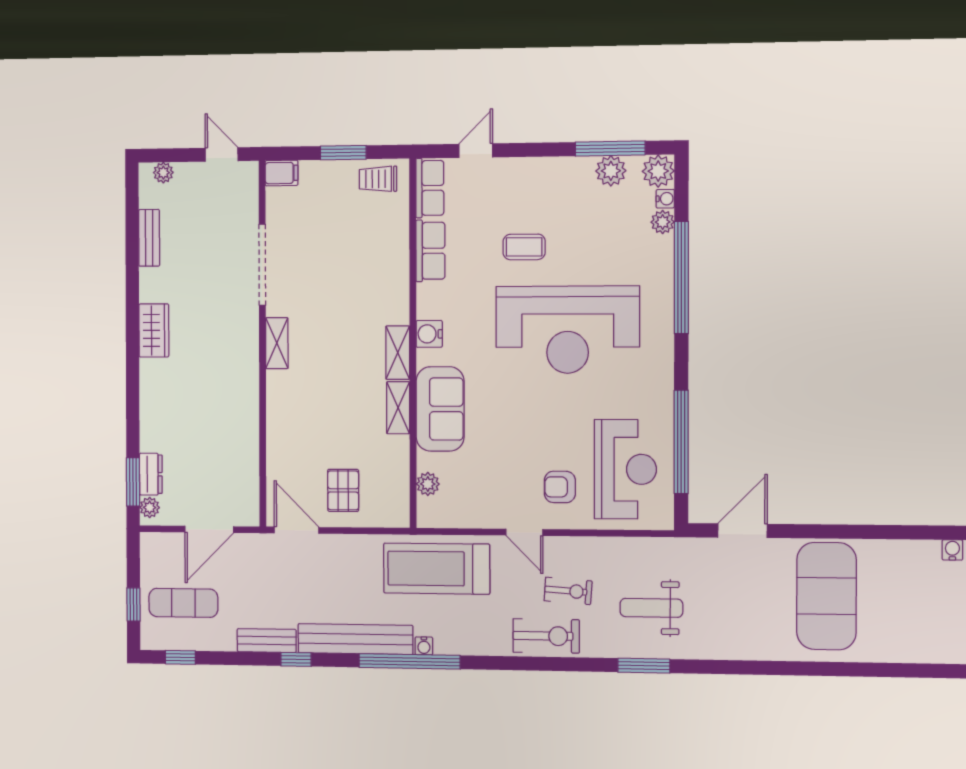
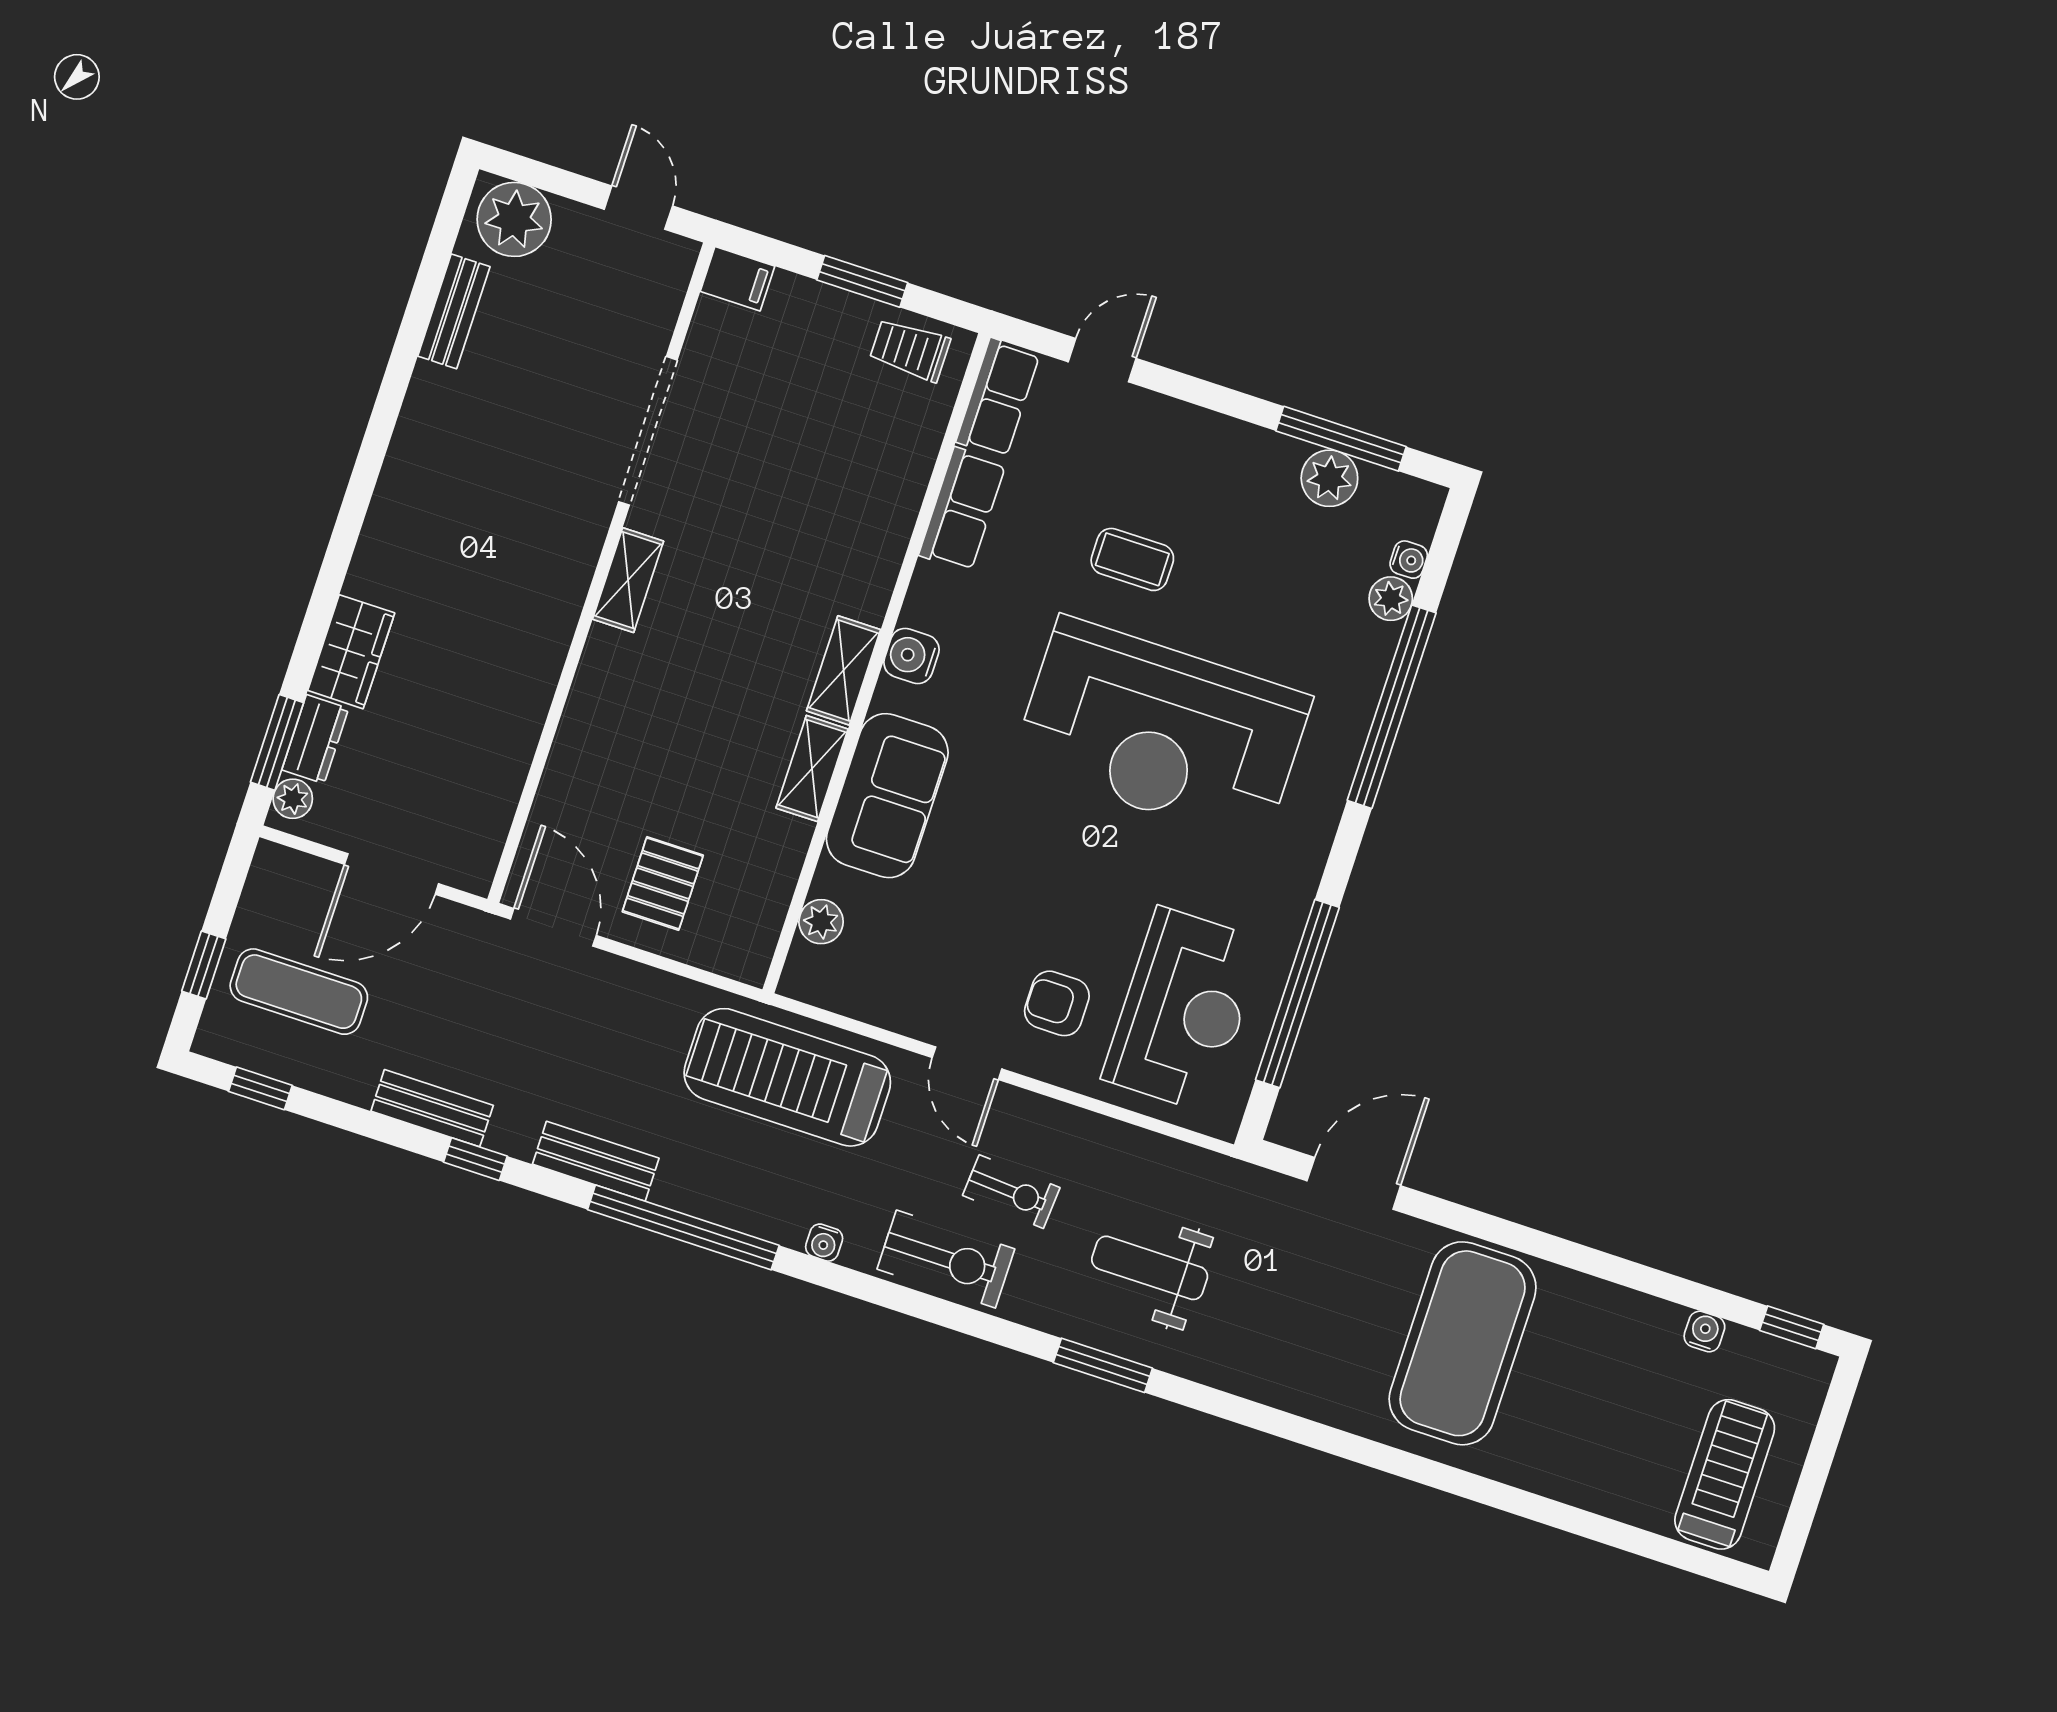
plant: (658, 171) -> (1412, 507), removed
plant: (163, 173) -> (514, 219), width x1.88, depth x1.88
wardrobe: (154, 330) -> (351, 652), moved
bench: (355, 639) -> (596, 1161), width x0.54, depth x0.82
water cooler: (424, 646) -> (824, 1243), moved

